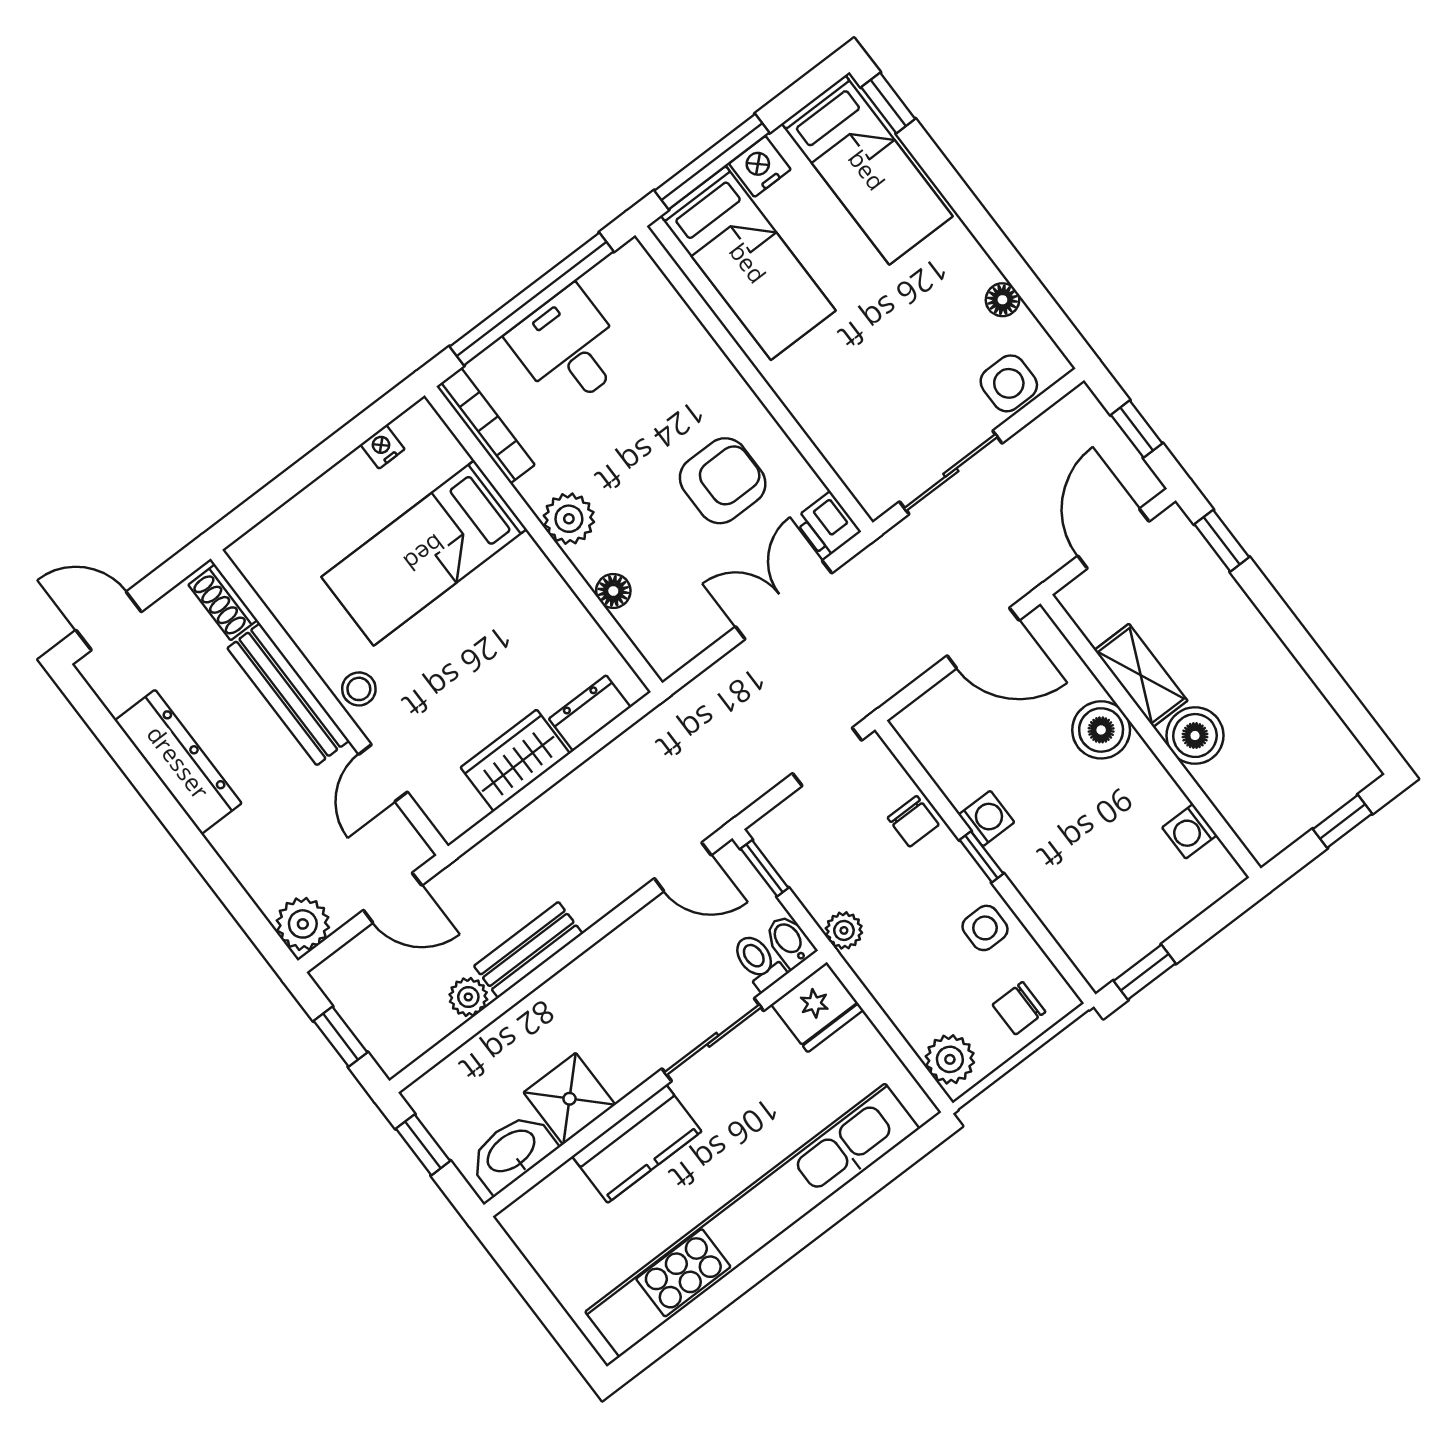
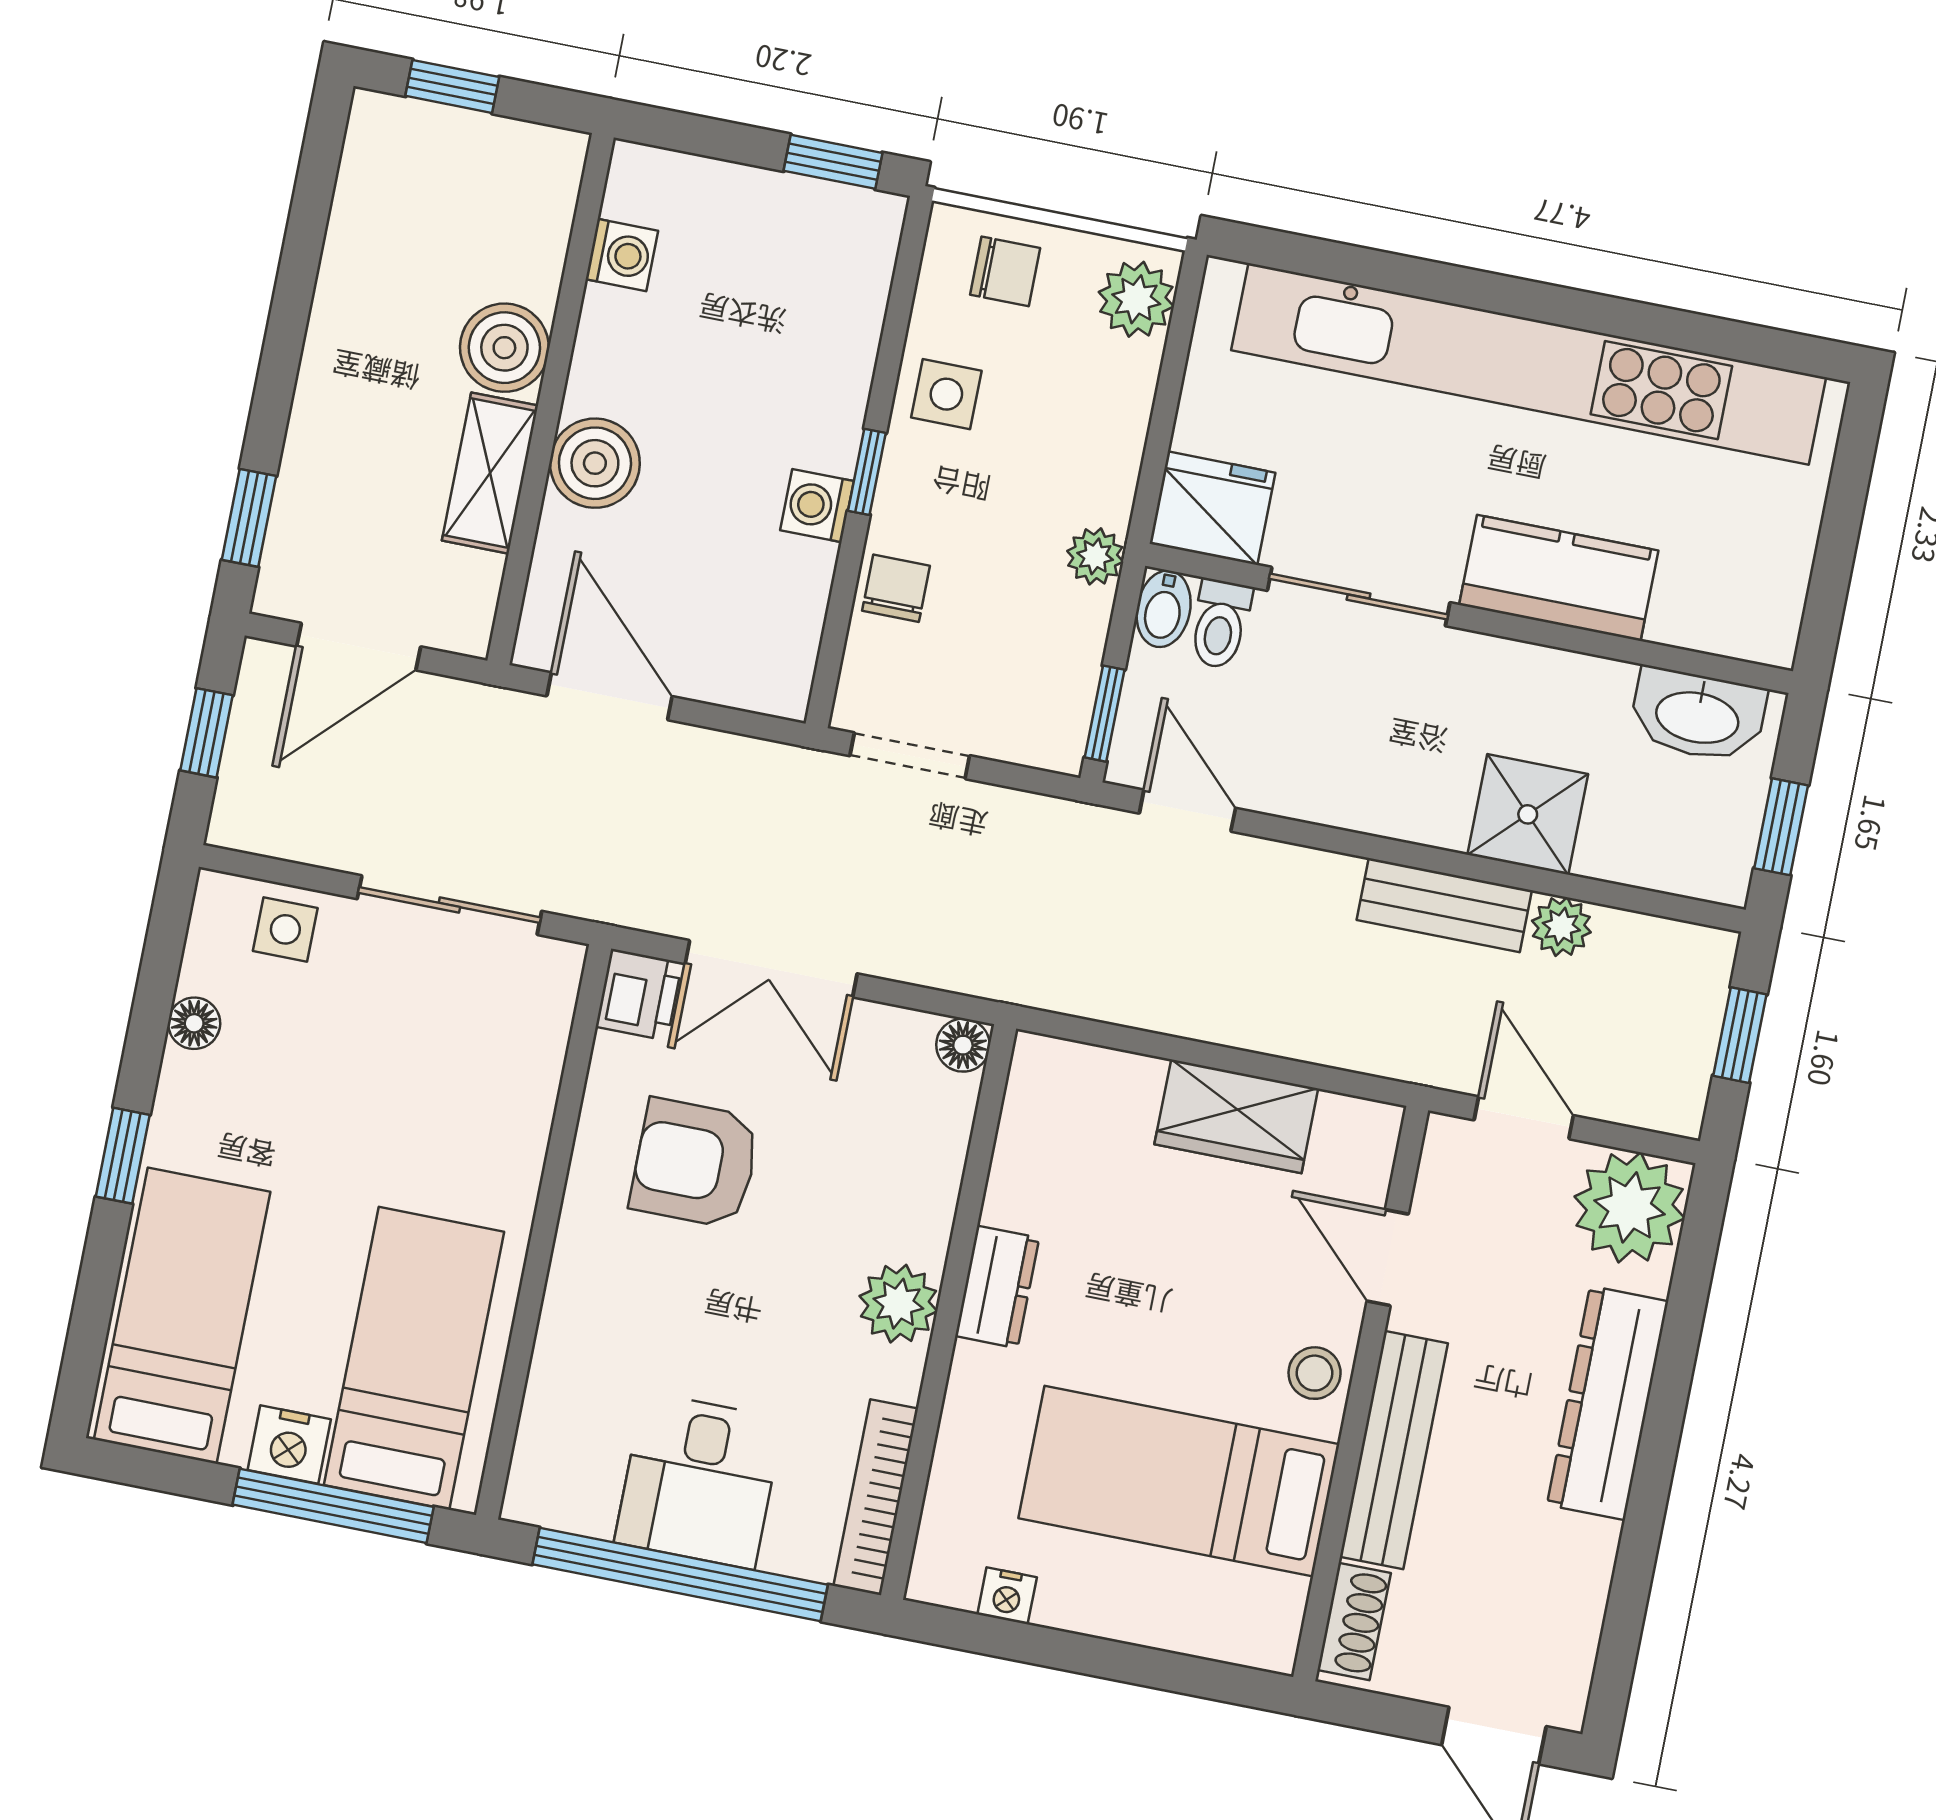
window: (888, 103) -> (123, 1156), moved
side table: (1009, 383) -> (285, 929), width x0.73, depth x0.73
bed: (424, 553) -> (1179, 1481), moved, turned 180
floor lamp: (613, 591) -> (963, 1045), moved
dresser: (590, 713) -> (997, 1287), moved, turned -90
dresser: (178, 762) -> (1608, 1403), moved
door: (383, 773) -> (1388, 1258), swing flipped
plant: (303, 924) -> (1630, 1207), width x1.36, depth x1.36
shower: (569, 1099) -> (1528, 814), moved

